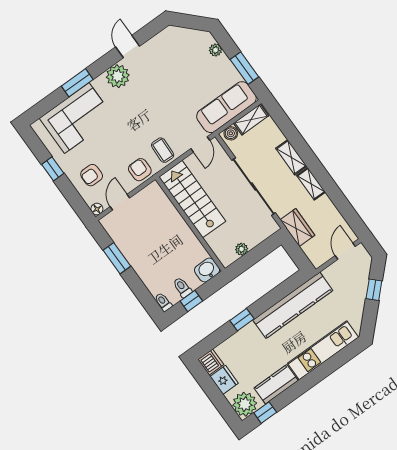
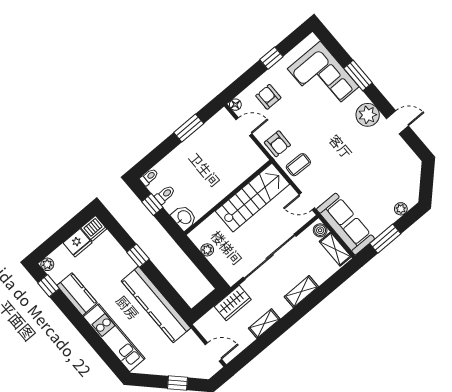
armchair: (140, 170) -> (277, 144), turned 91
shelving: (311, 184) -> (264, 324), moved
plant: (245, 404) -> (47, 264), width x0.53, depth x0.53

